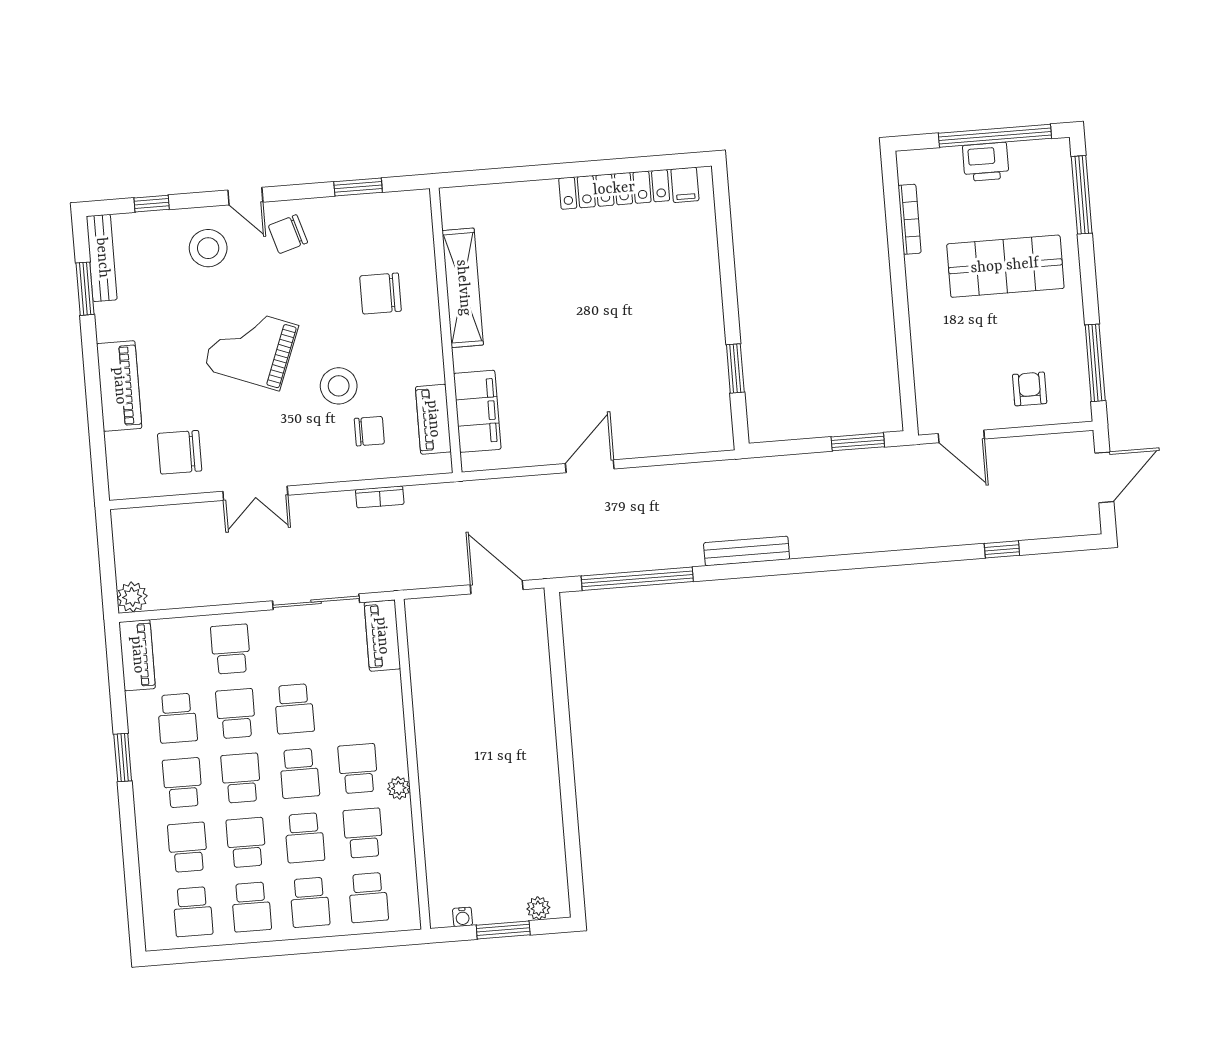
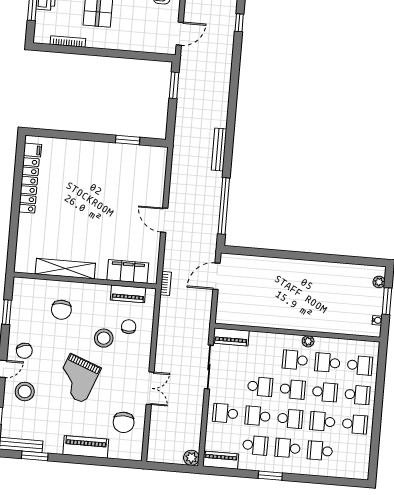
bookcase: (380, 497) -> (166, 283), moved
school desk: (241, 778) -> (290, 419), turned 180
school desk: (193, 912) -> (352, 454), removed

